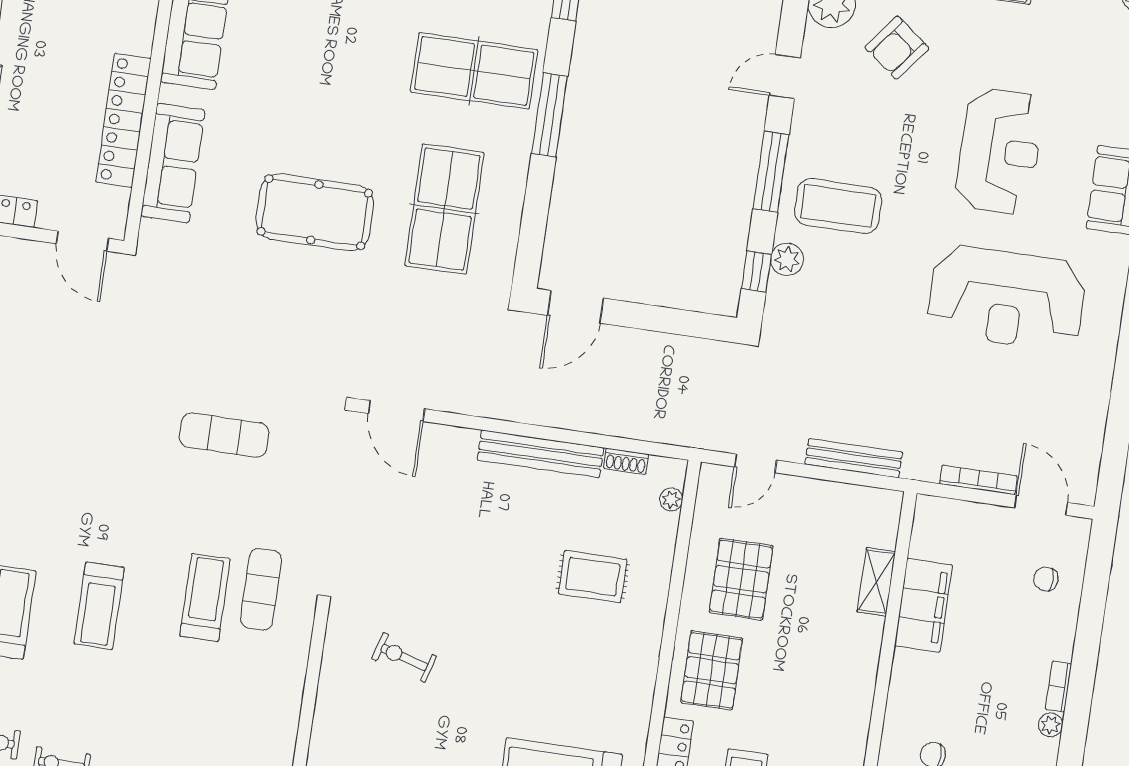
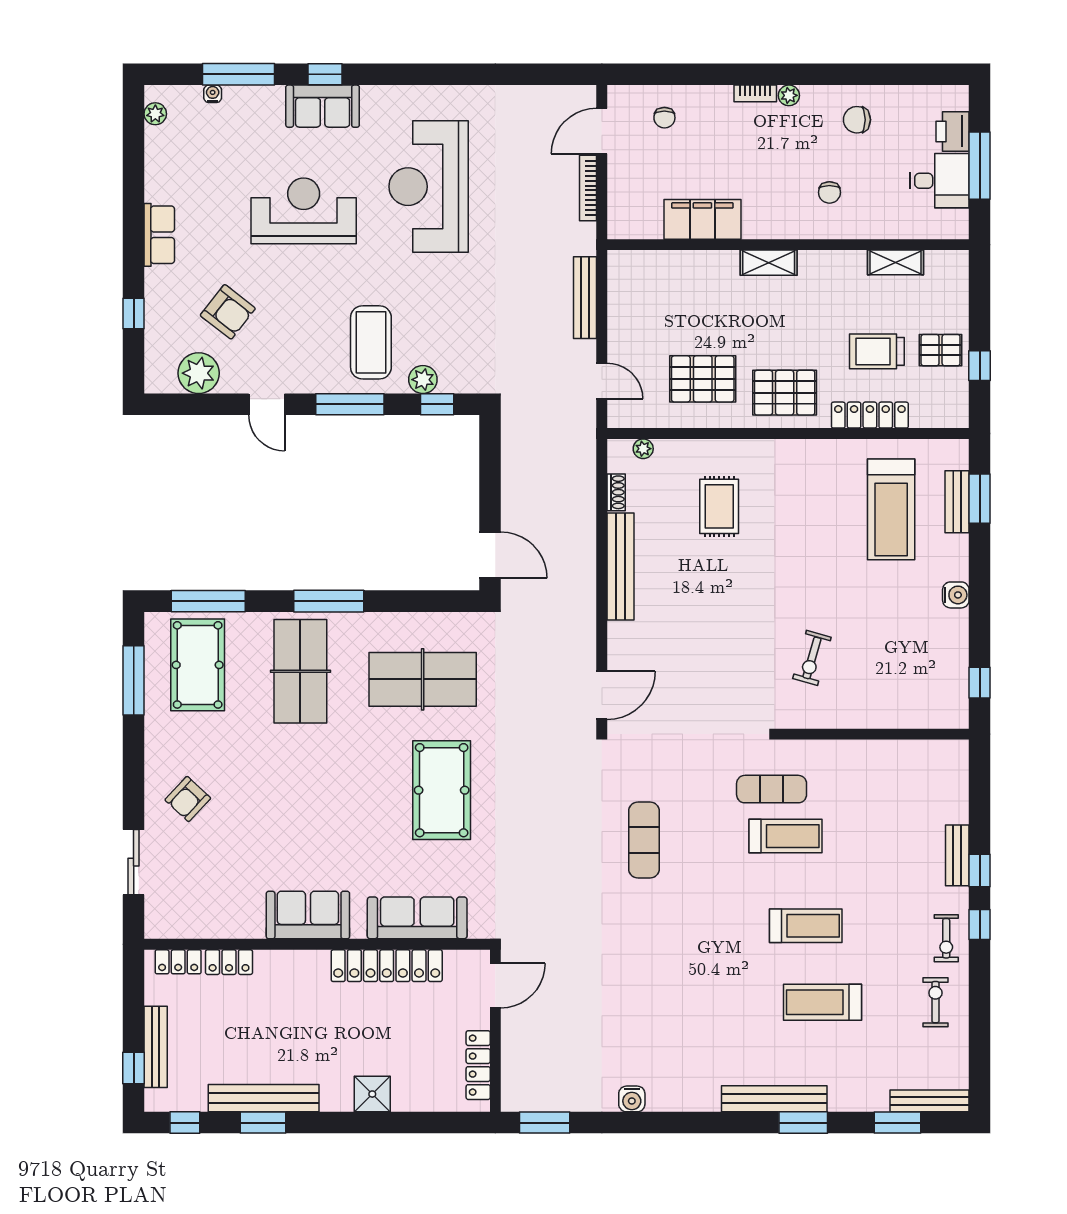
reception desk: (1006, 298) -> (429, 187), turned 180
shelving: (876, 582) -> (769, 263), moved
treadmill: (205, 597) -> (785, 836), turned 180

